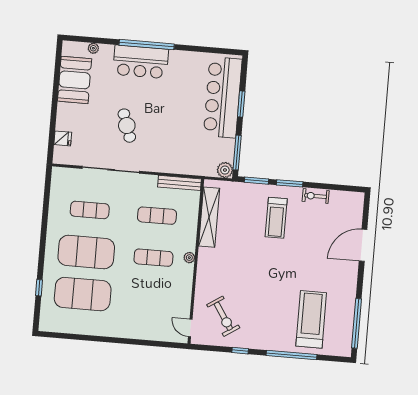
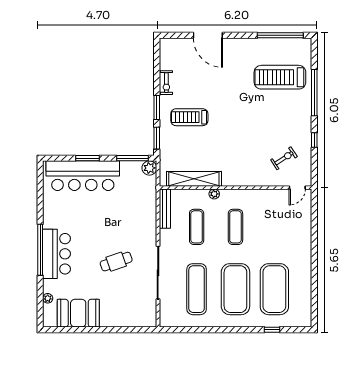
fridge: (63, 138) -> (133, 320), removed
exercise mat: (90, 210) -> (197, 289), width x1.36, depth x1.45
treadmill: (276, 218) -> (189, 117), turned 180
plant: (189, 258) -> (214, 194), moved
exercise bike: (223, 316) -> (284, 158), width x0.73, depth x0.72

